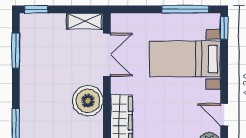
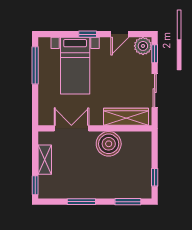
shelving: (85, 21) -> (45, 160), moved
window: (224, 28) -> (88, 34), moved
window: (16, 51) -> (81, 202), moved

